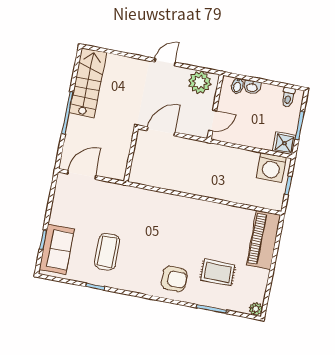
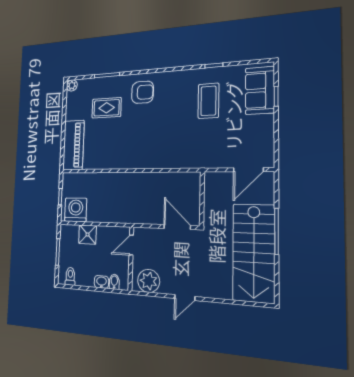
stairs: (88, 83) -> (254, 253), width x1.36, depth x1.51
door: (161, 131) -> (177, 227), swing flipped
shower: (284, 143) -> (88, 235), moved
armchair: (174, 279) -> (143, 92), turned 180

